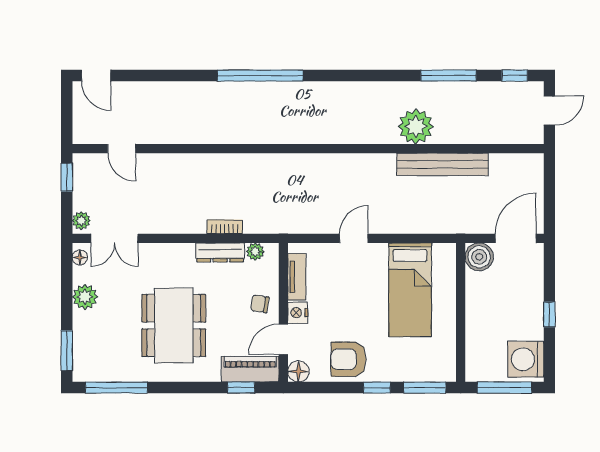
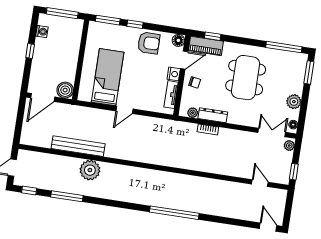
door: (354, 238) -> (124, 110), moved
washing machine: (526, 359) -> (42, 32), width x0.53, depth x0.53

